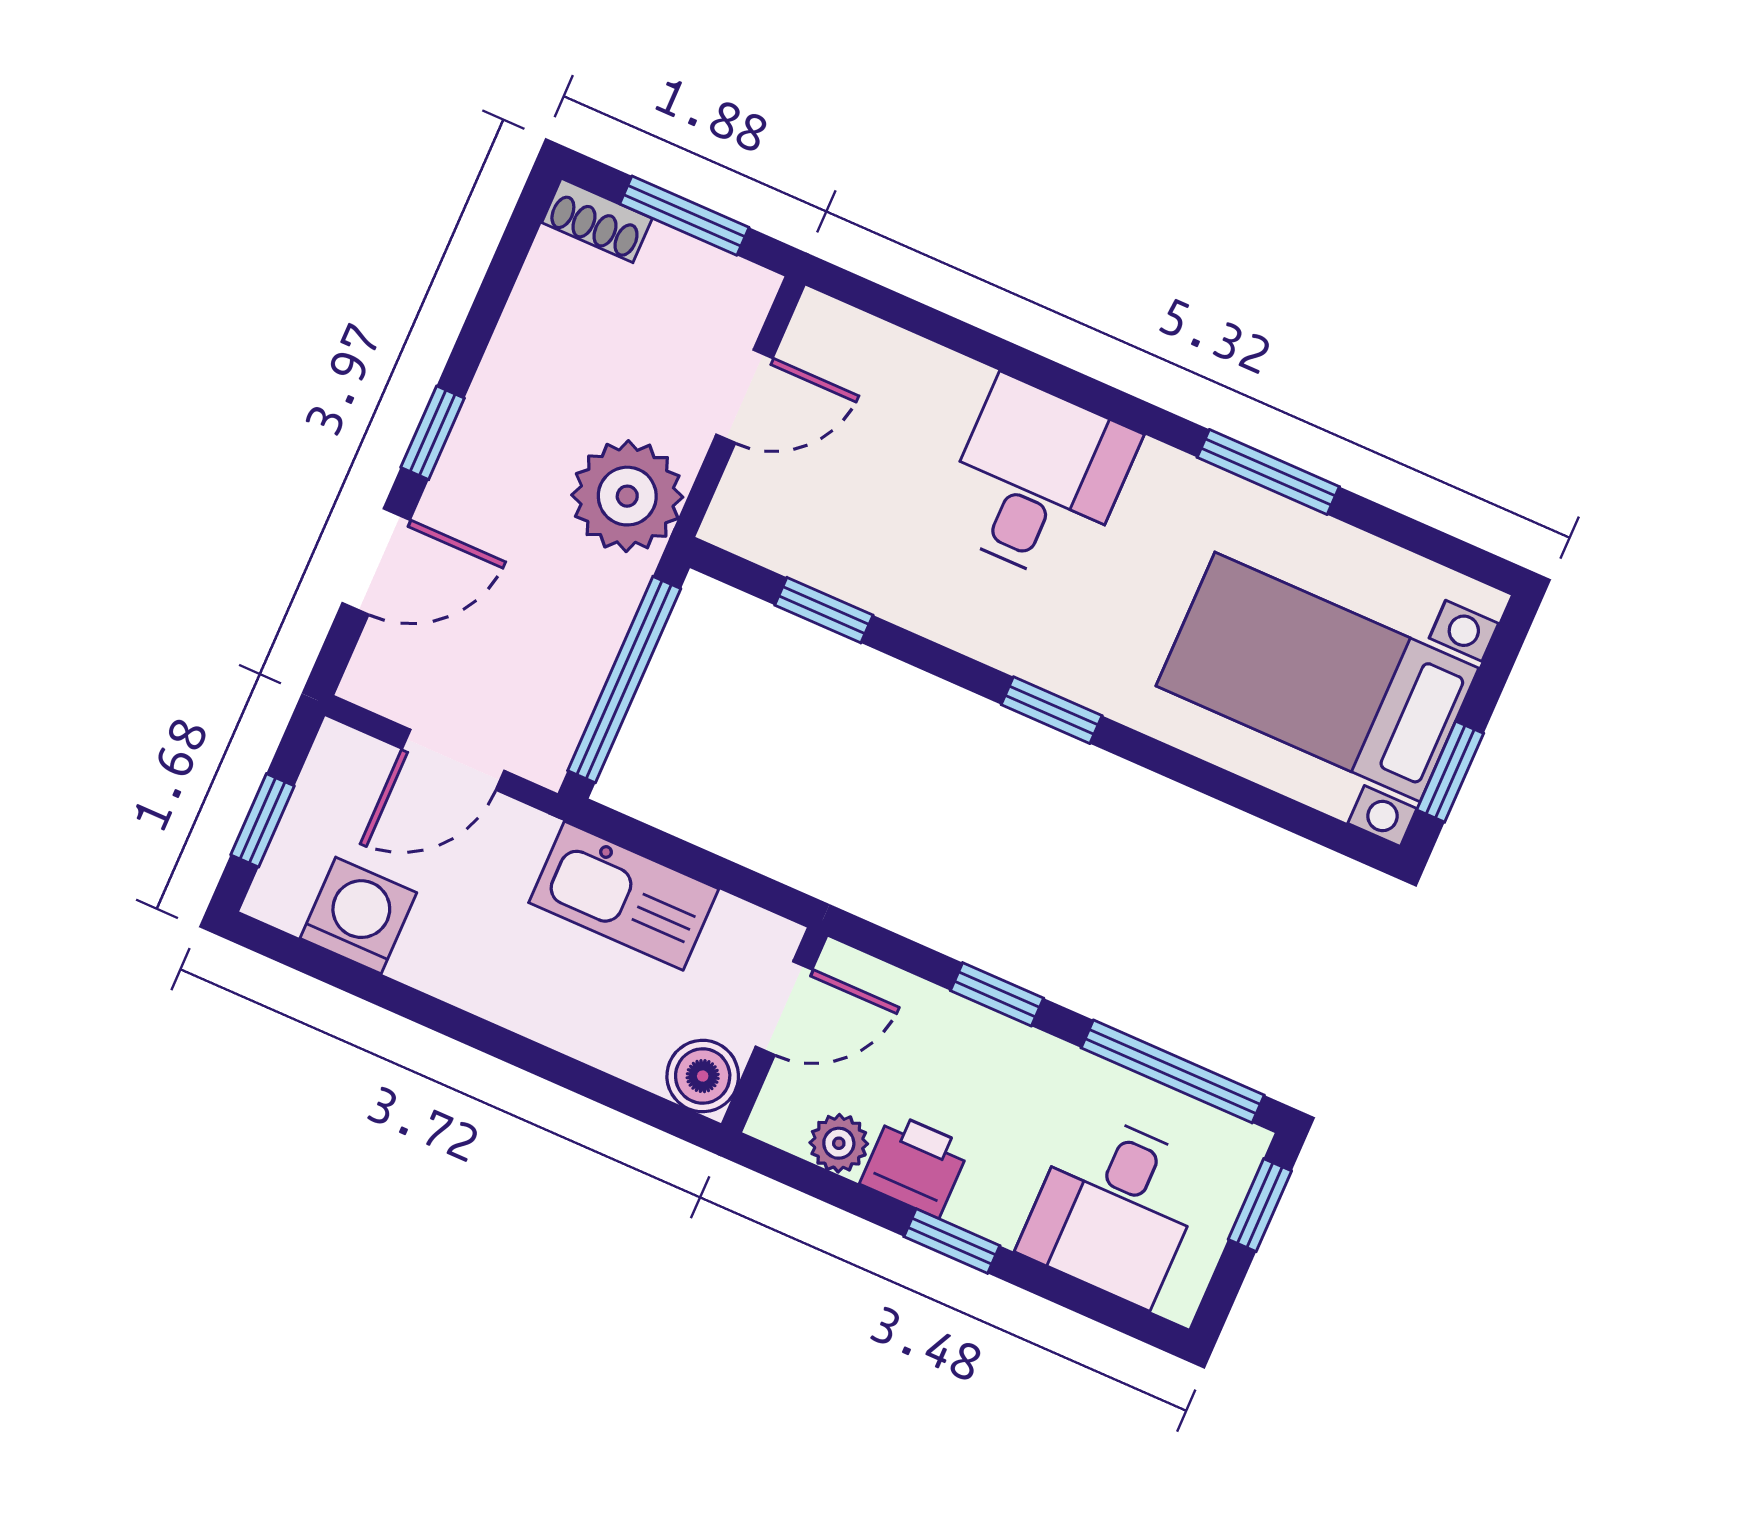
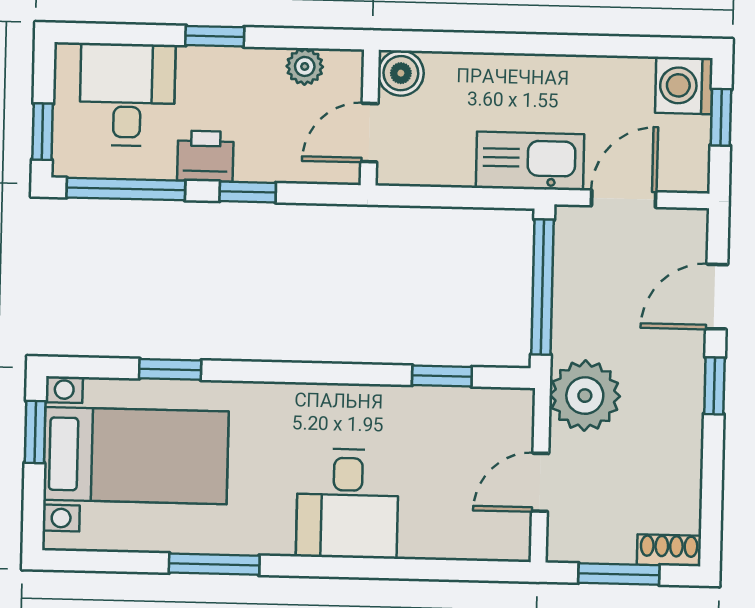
window: (1052, 710) -> (170, 369), moved
kitchen sink: (624, 896) -> (530, 161), moved
washing machine: (358, 916) -> (684, 86), moved, turned 90
printer: (915, 1165) -> (205, 156), moved, turned 180

